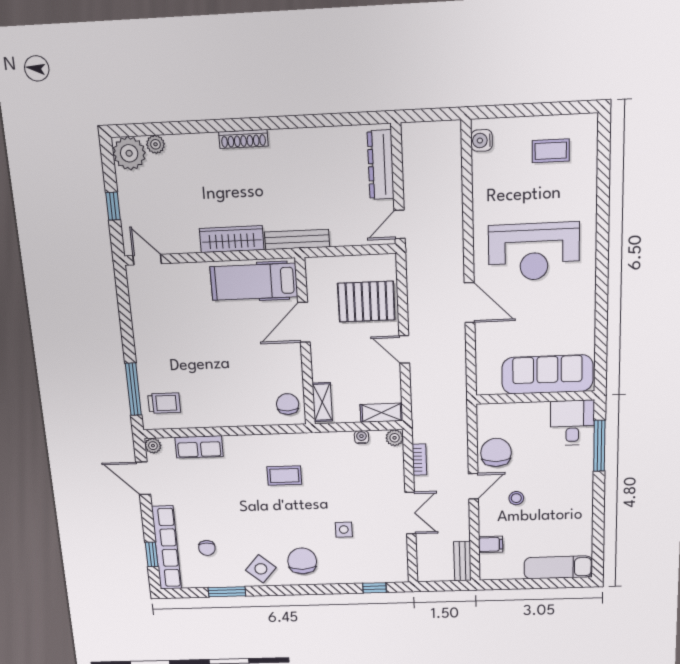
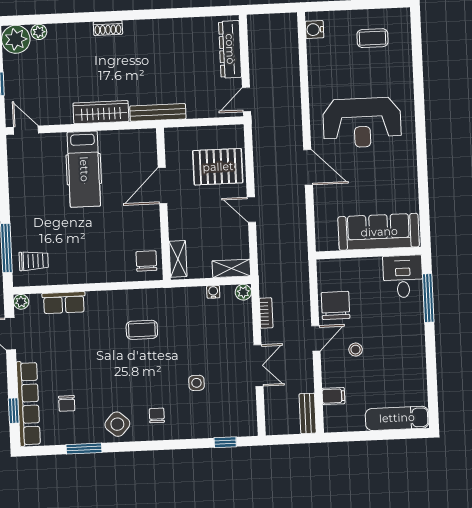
shoe rack: (243, 139) -> (108, 28), width x0.70
hospital bed: (254, 282) -> (84, 169), moved, turned -90
chair: (302, 561) -> (157, 415), width x0.54, depth x0.54

